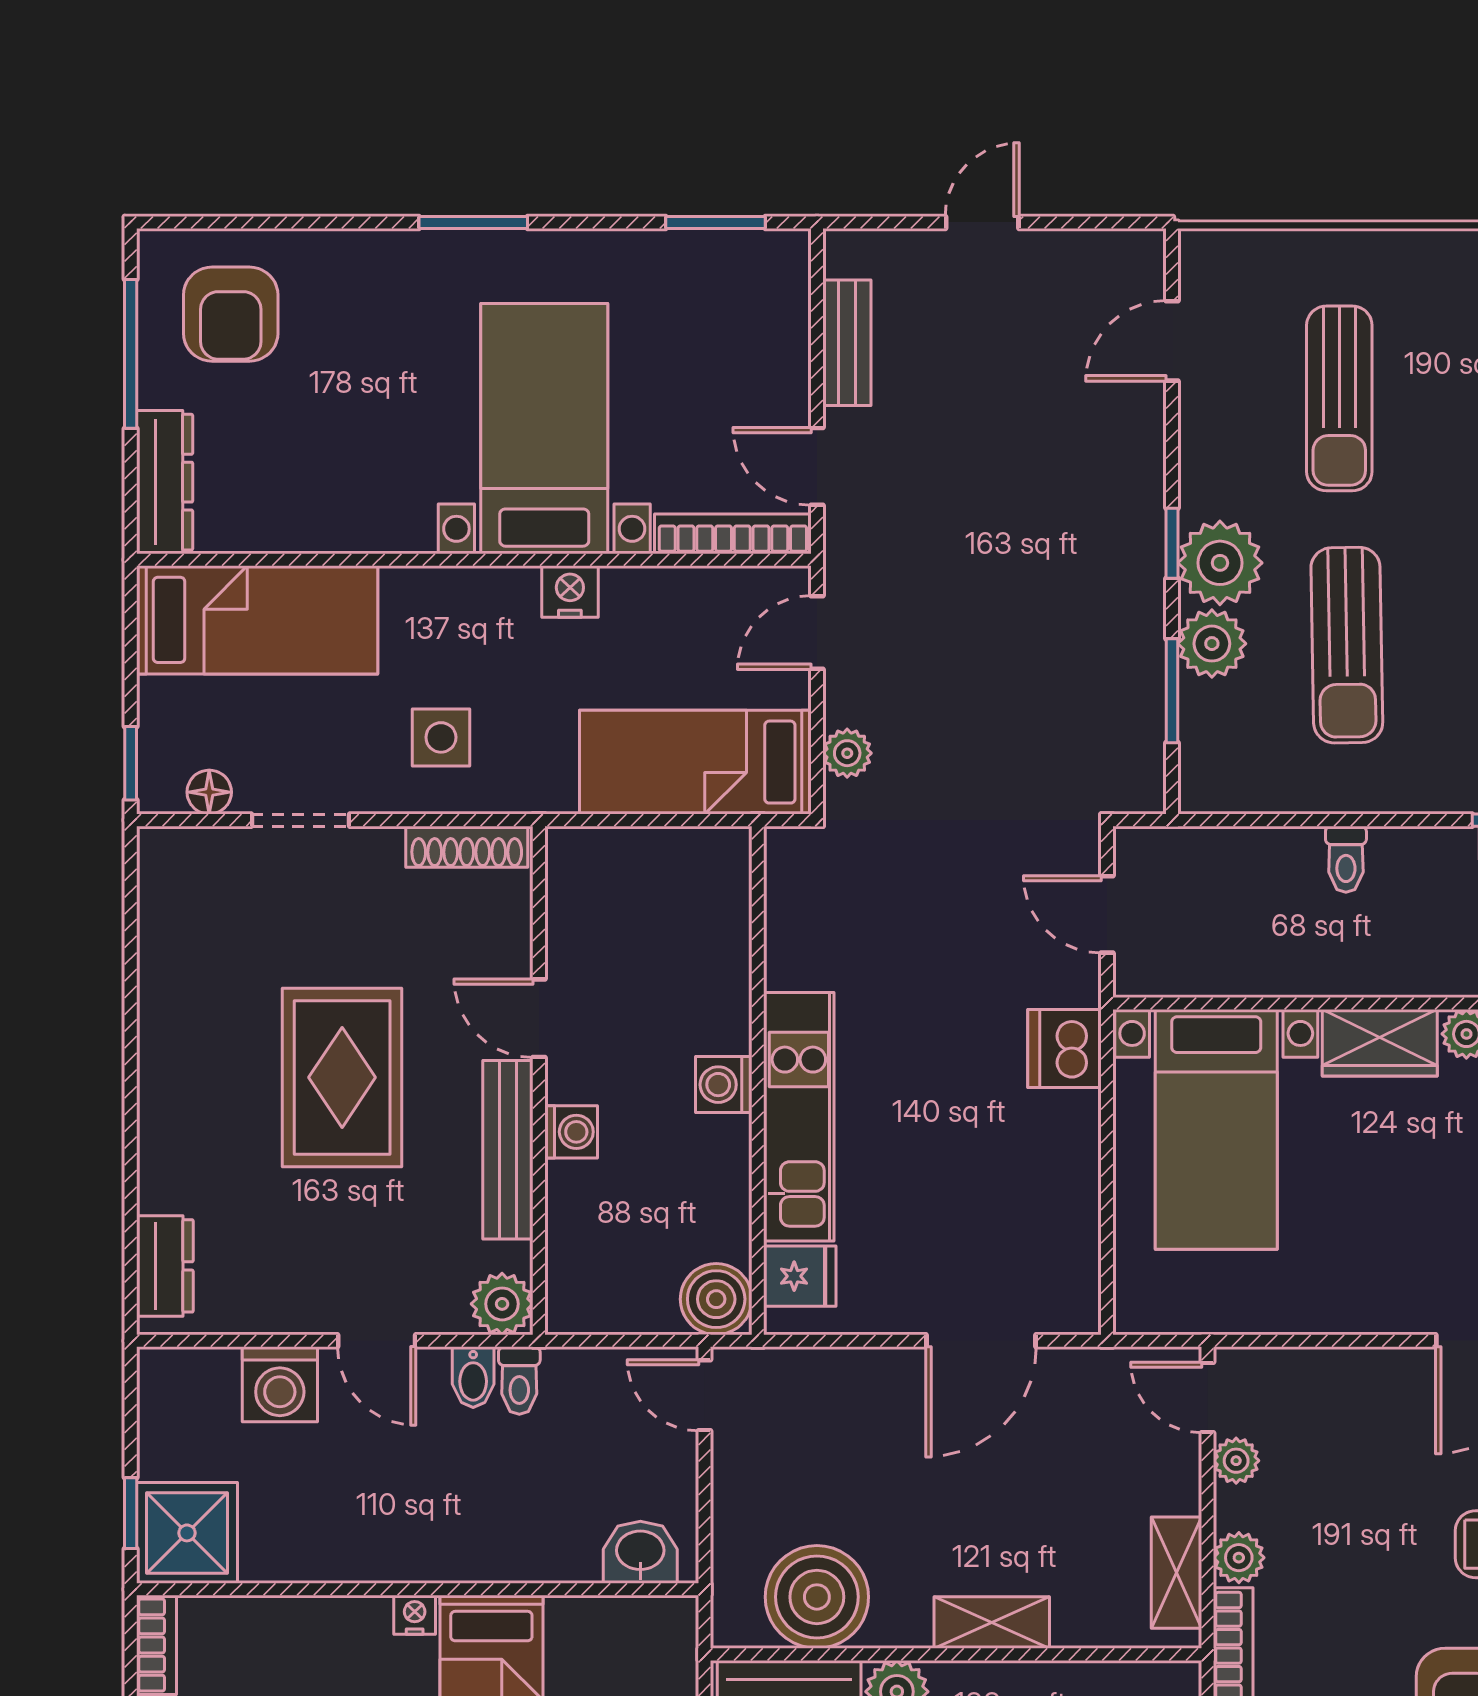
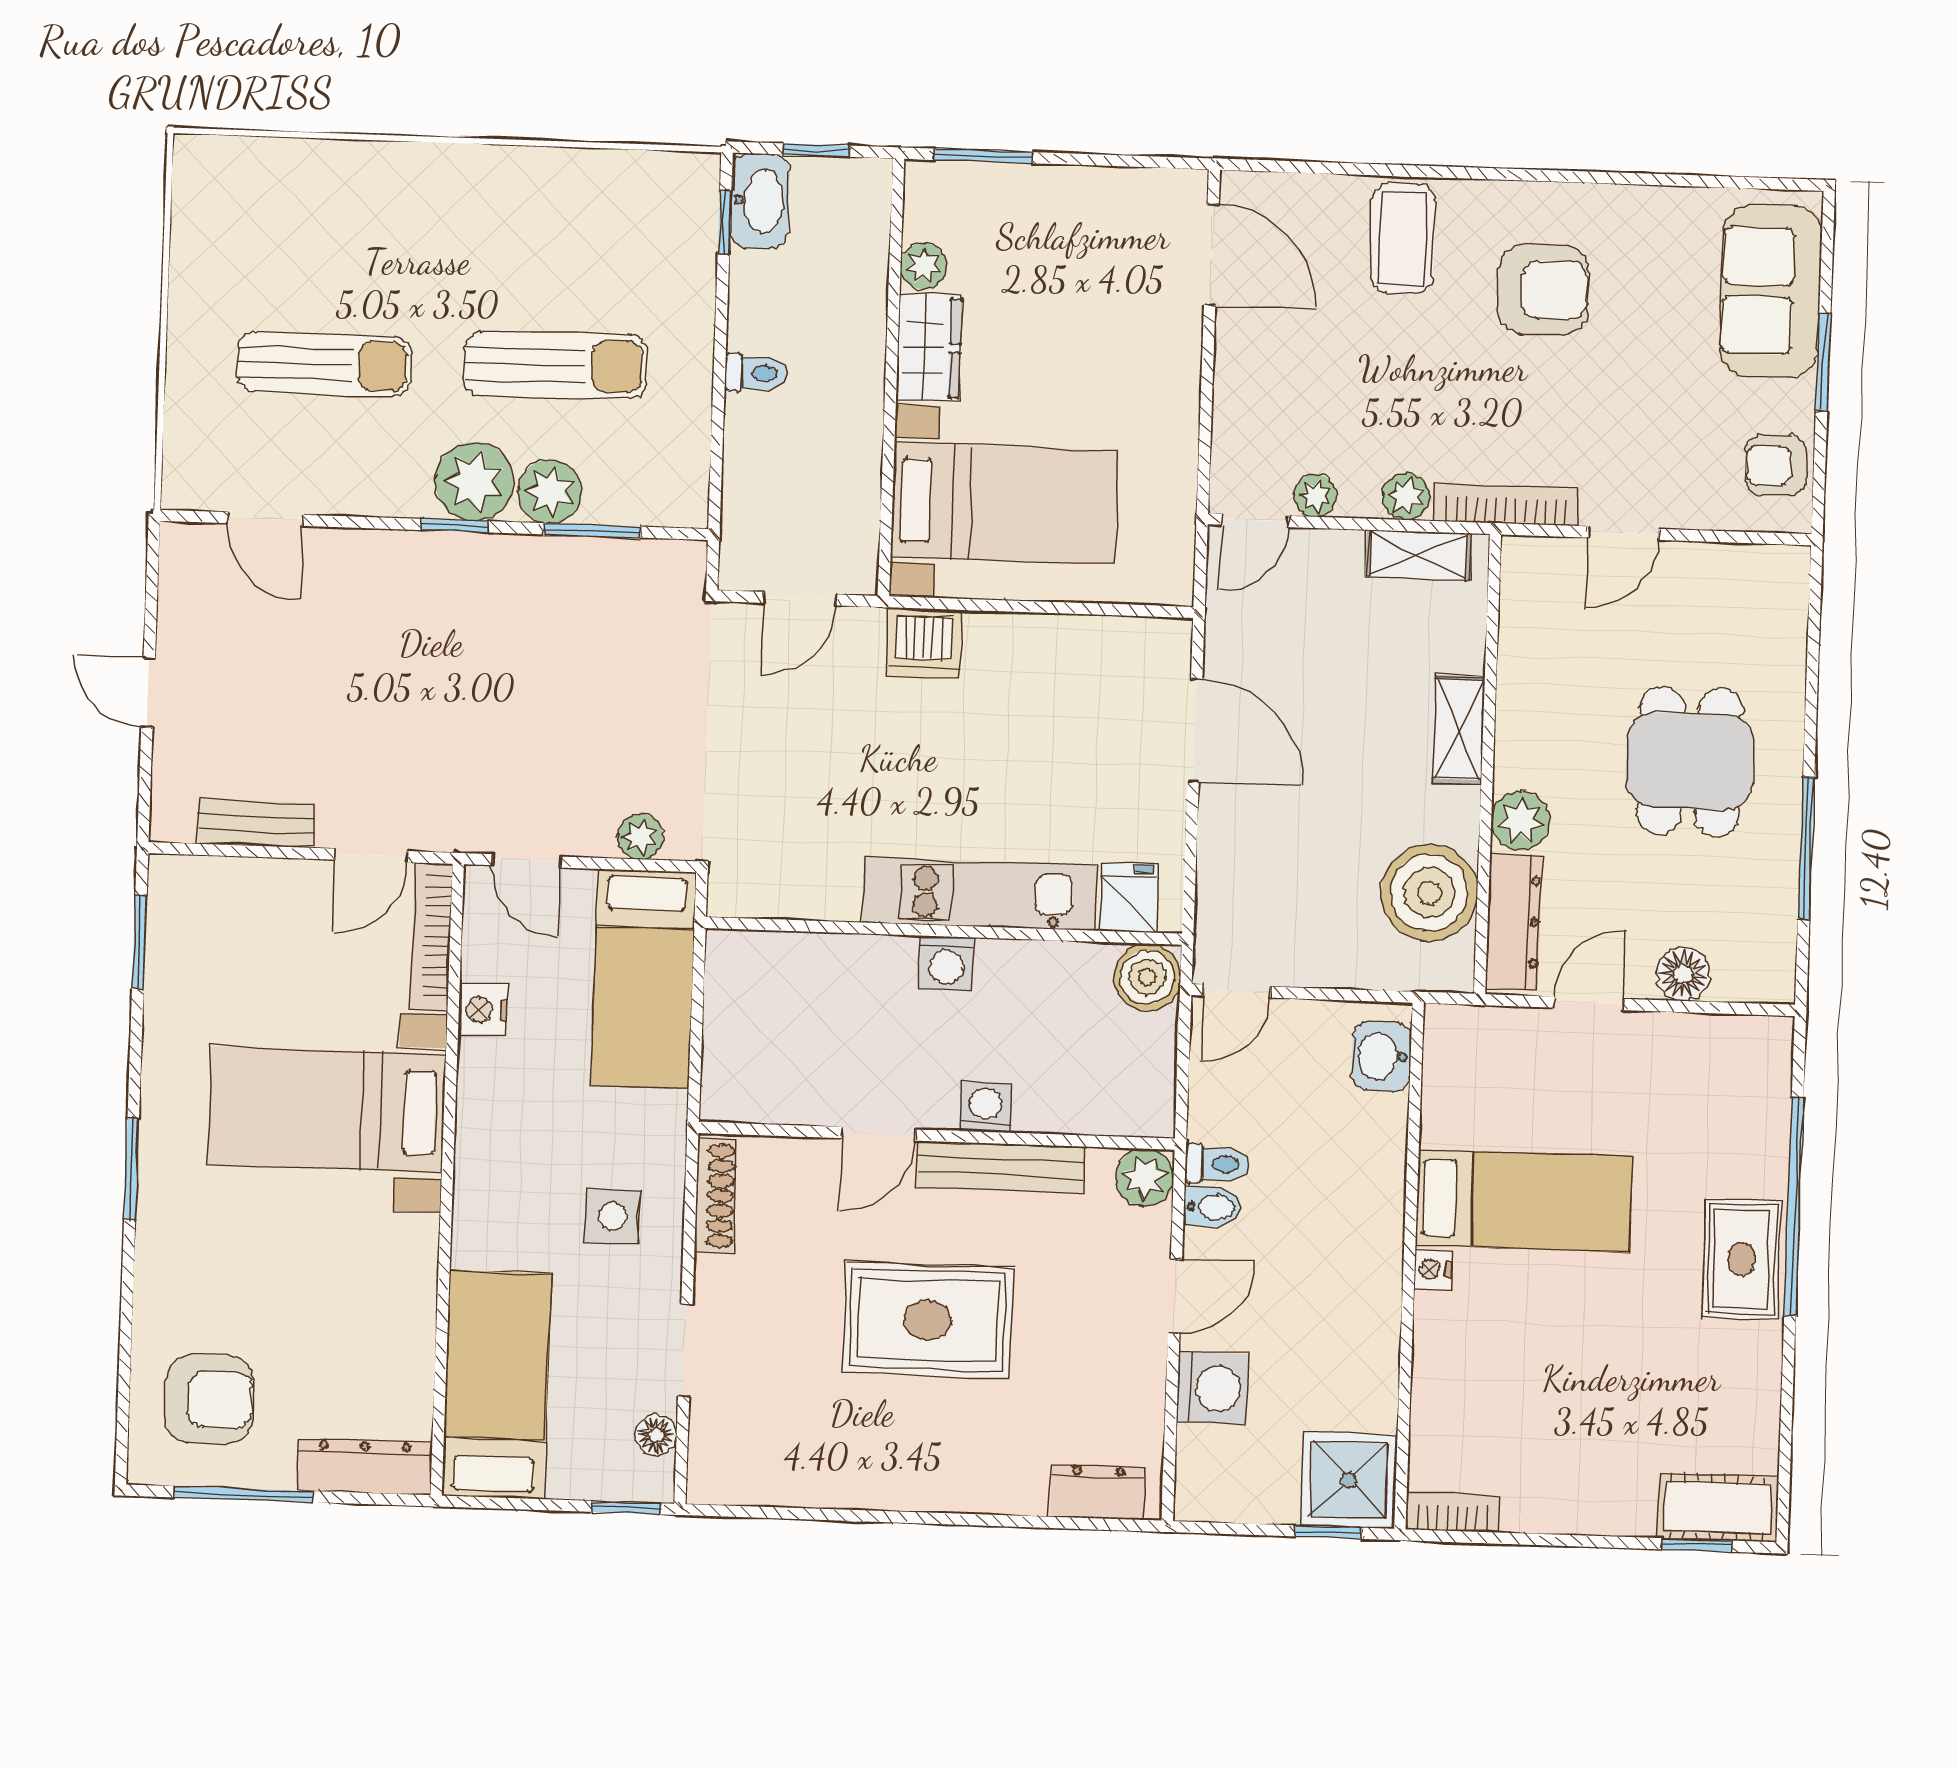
nightstand: (570, 592) -> (483, 1010), moved

